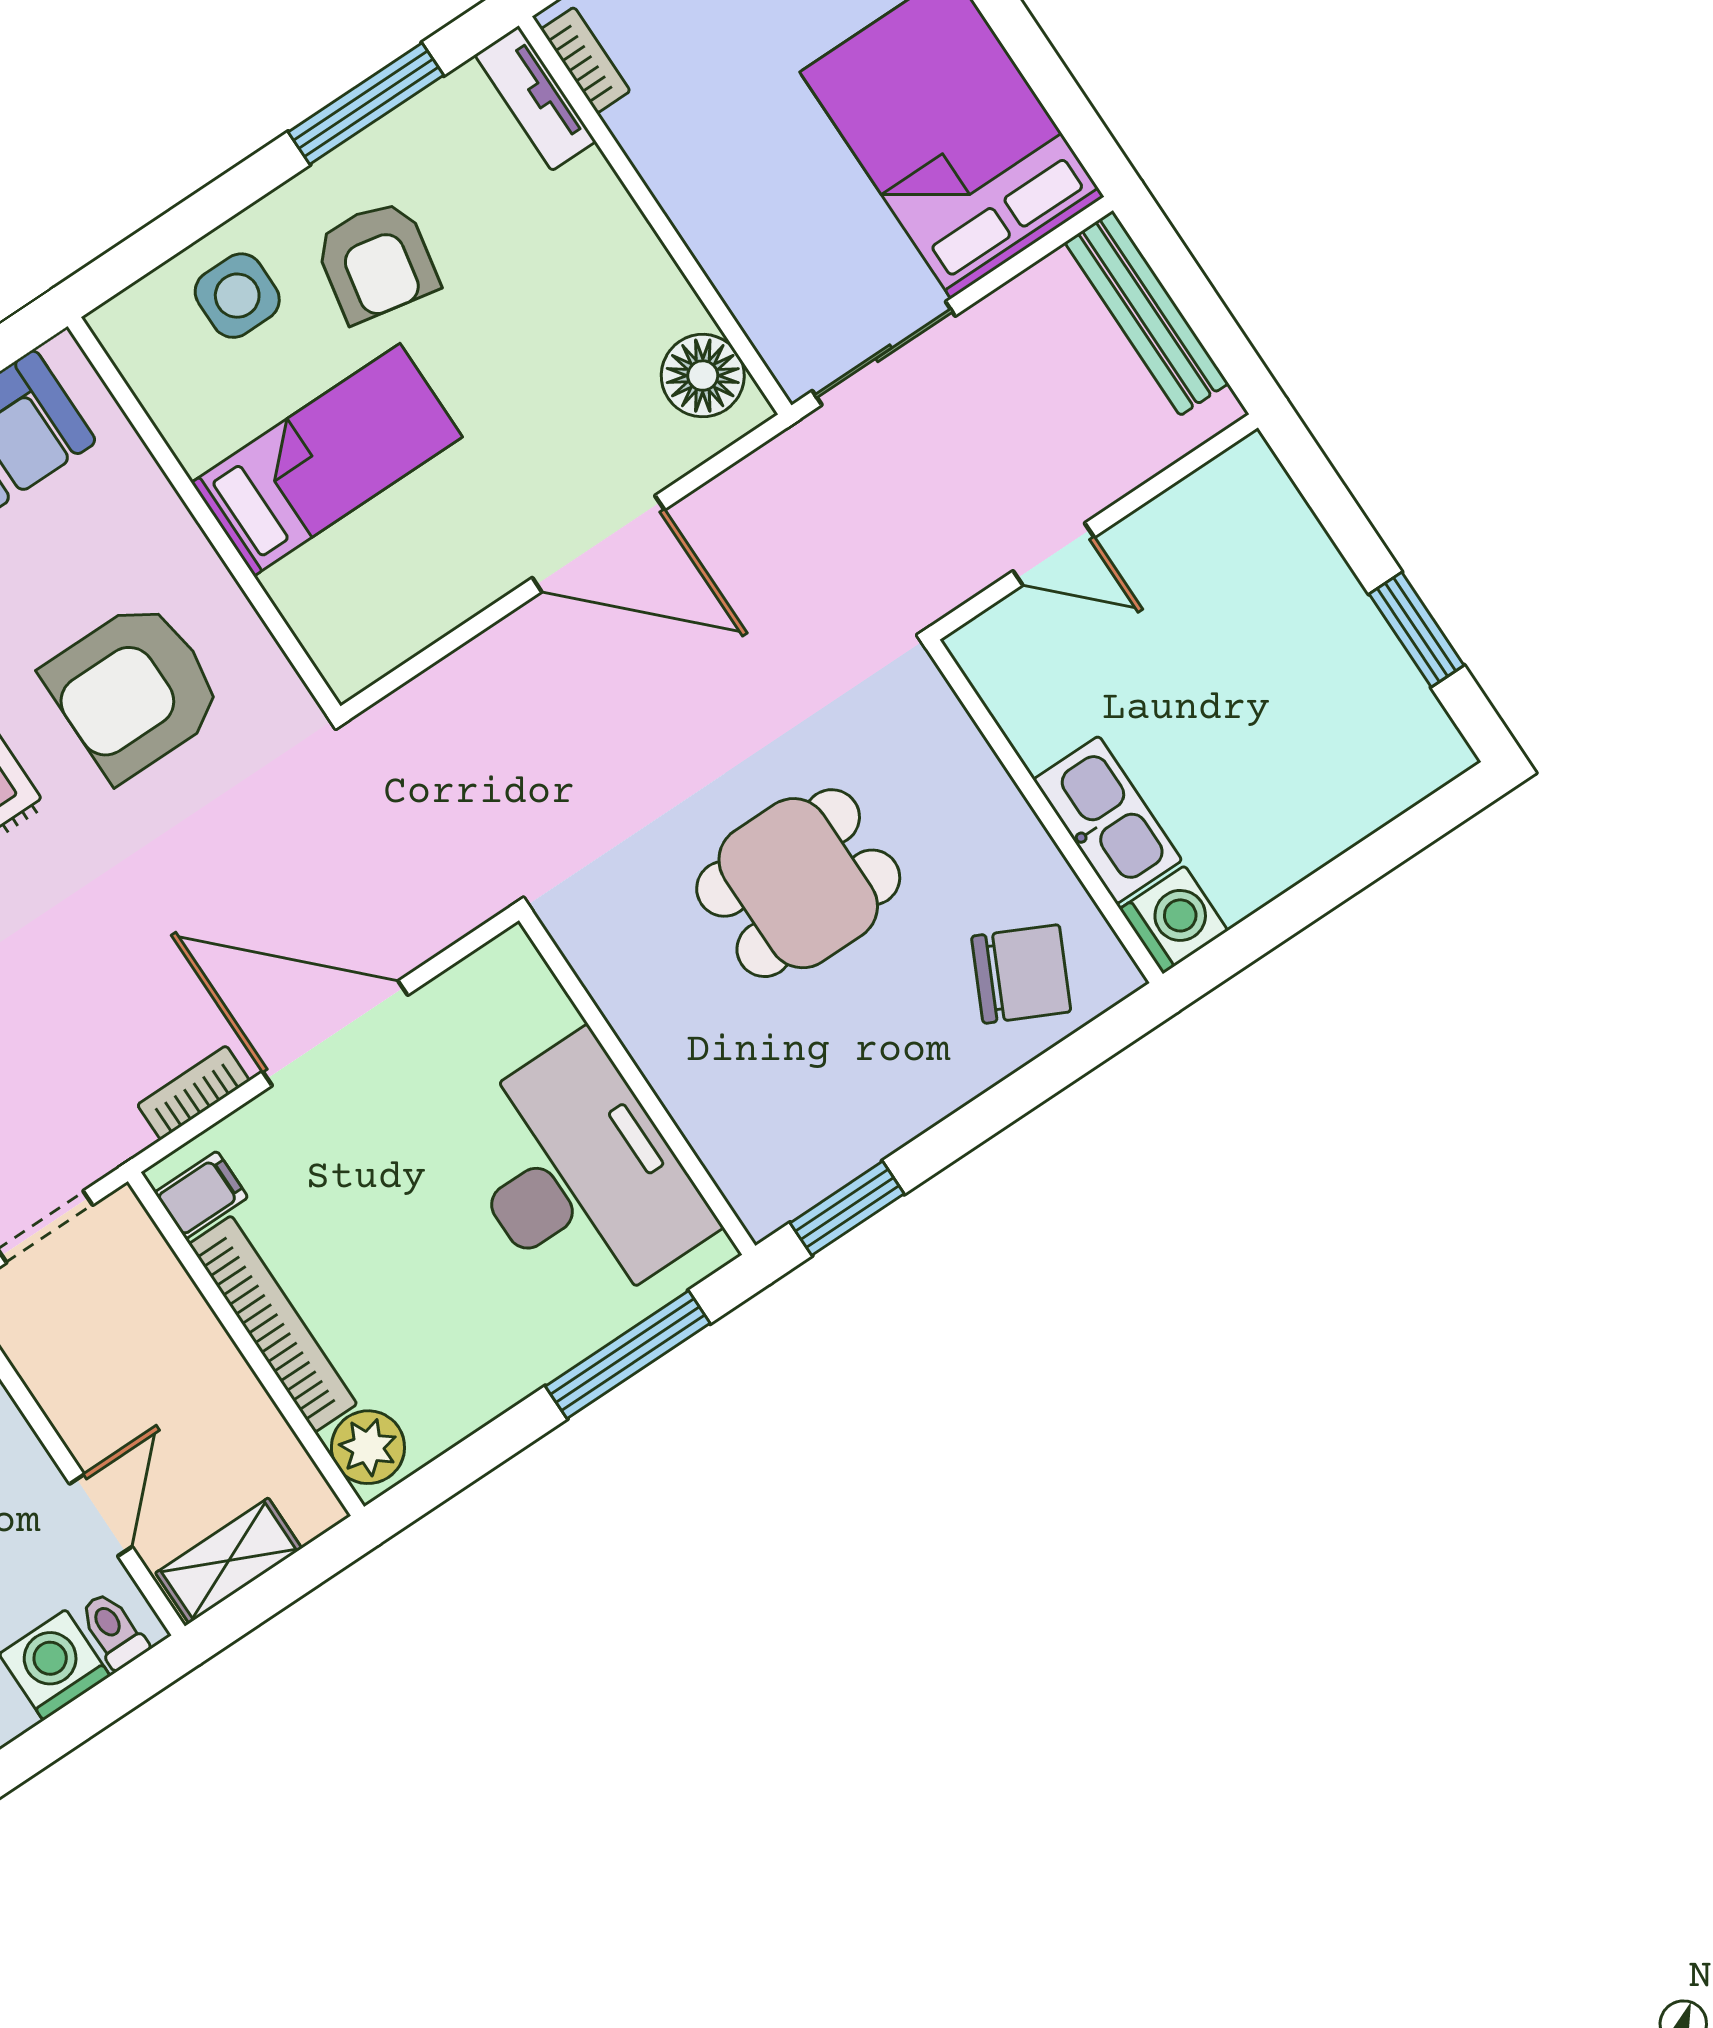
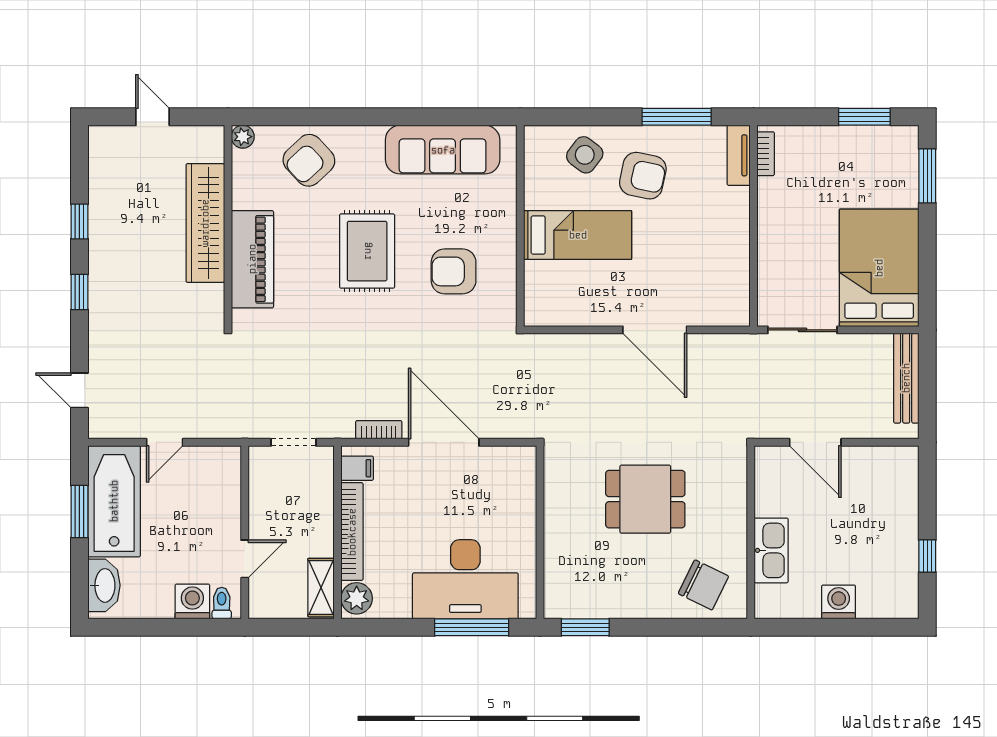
armchair: (376, 261) -> (643, 176), turned -89
side table: (237, 296) -> (585, 155), turned 37
floor lamp: (703, 376) -> (732, 295), removed
door: (1054, 554) -> (815, 442), width x1.38
window: (1416, 630) -> (927, 556), width x0.67
armchair: (134, 690) -> (454, 271), width x0.73, depth x0.73
washing machine: (1174, 920) -> (839, 602), moved, turned -90
desk: (579, 1177) -> (465, 579), moved, turned 90
shelving: (229, 1561) -> (321, 588), moved, turned 90

